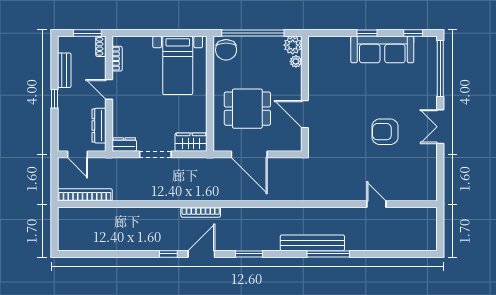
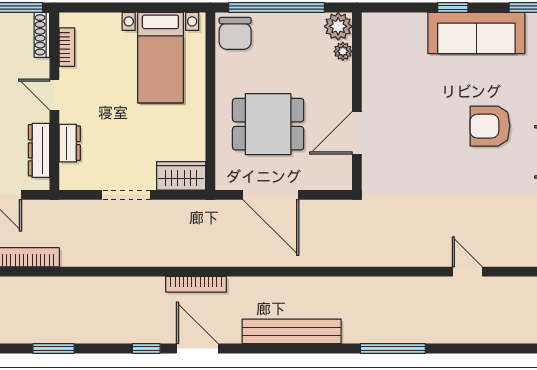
shoe rack: (101, 46) -> (42, 35), width x1.43
door: (305, 114) -> (357, 133), hinge flipped
armchair: (385, 132) -> (490, 126), moved
dresser: (124, 144) -> (70, 143), moved, turned 90
bench: (312, 243) -> (292, 331), moved
door: (201, 254) -> (197, 348), hinge flipped
window: (249, 254) -> (53, 348), moved

